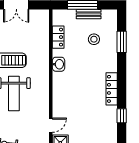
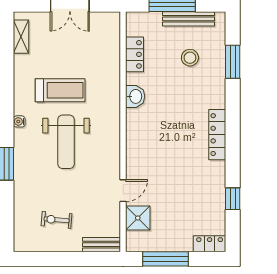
bench: (89, 14) -> (189, 19), width x1.36
window: (122, 116) -> (233, 199), moved

